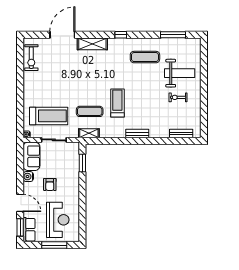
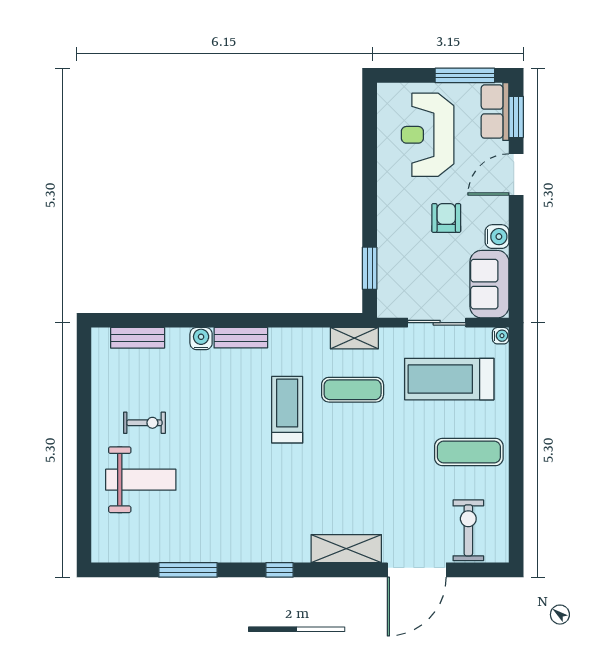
window: (173, 35) -> (188, 570), moved
exercise mat: (145, 57) -> (469, 452), moved
exercise bike: (31, 58) -> (468, 530), moved
weight bench: (180, 73) -> (141, 480), turned 180
treadmill: (117, 103) -> (287, 410), turned 180
water cooler: (154, 133) -> (201, 339), added
door: (20, 203) -> (516, 174), hinge flipped
window: (54, 245) -> (465, 75), moved

